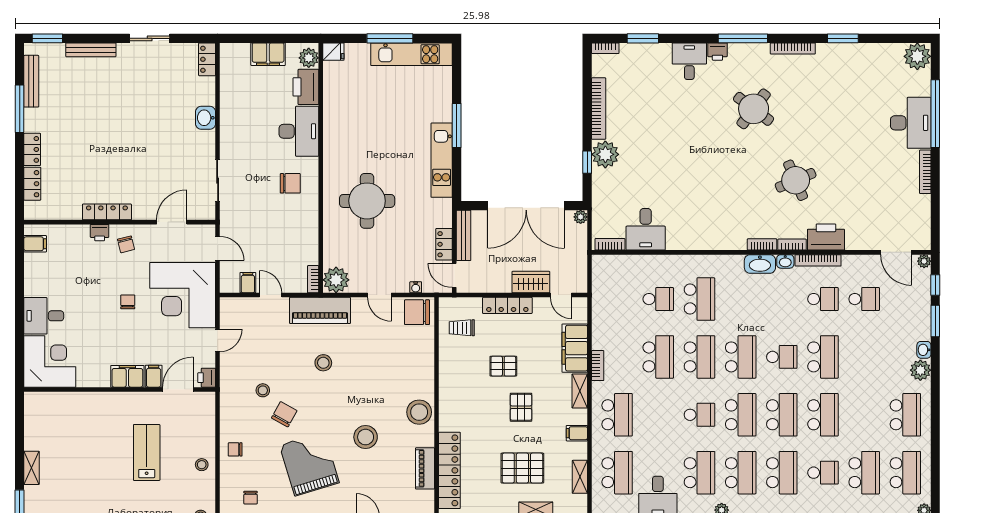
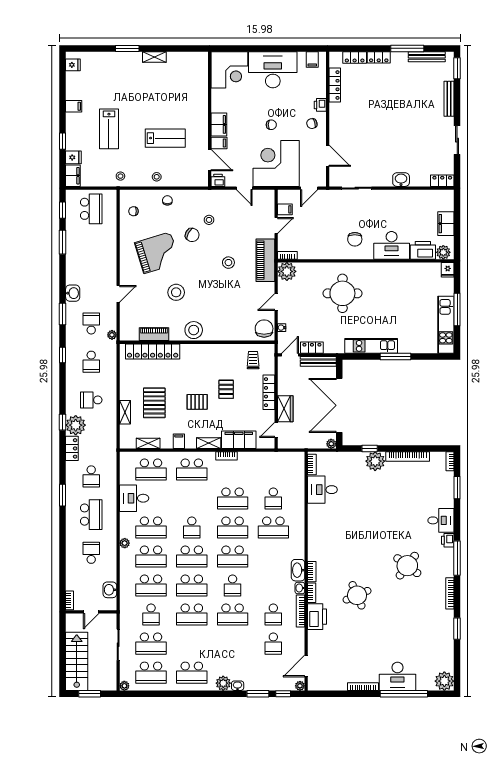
locker: (107, 212) -> (335, 85), moved
desk: (44, 316) -> (273, 70), width x1.87, depth x1.30

